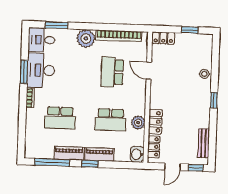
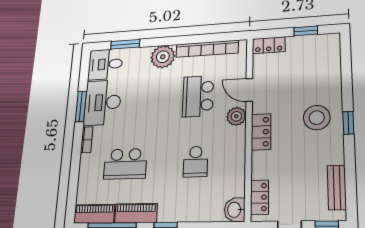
stool: (204, 74) -> (317, 118), moved, width x1.89, depth x1.89
school desk: (111, 120) -> (195, 162), width x0.54
locker: (155, 122) -> (261, 132), moved
plant: (138, 123) -> (236, 116), moved
piano: (99, 154) -> (94, 214), moved

